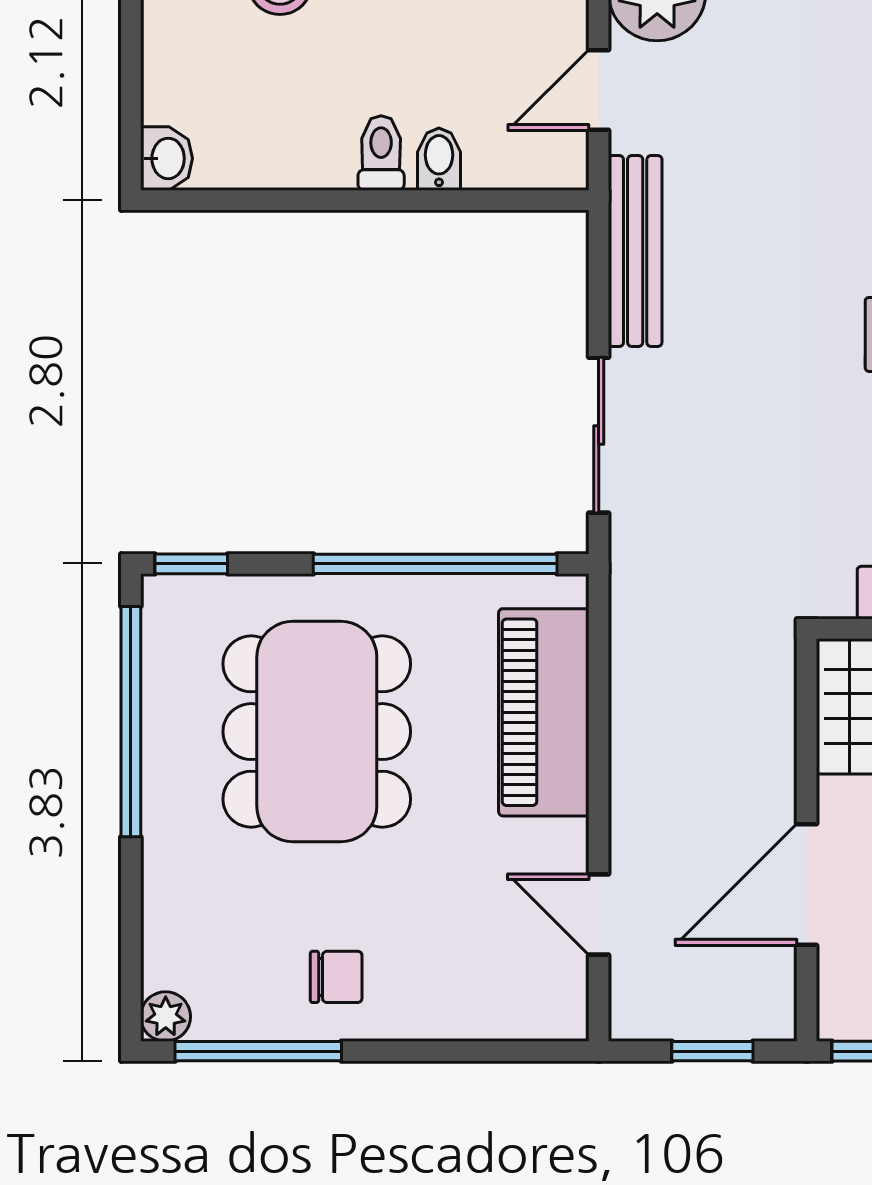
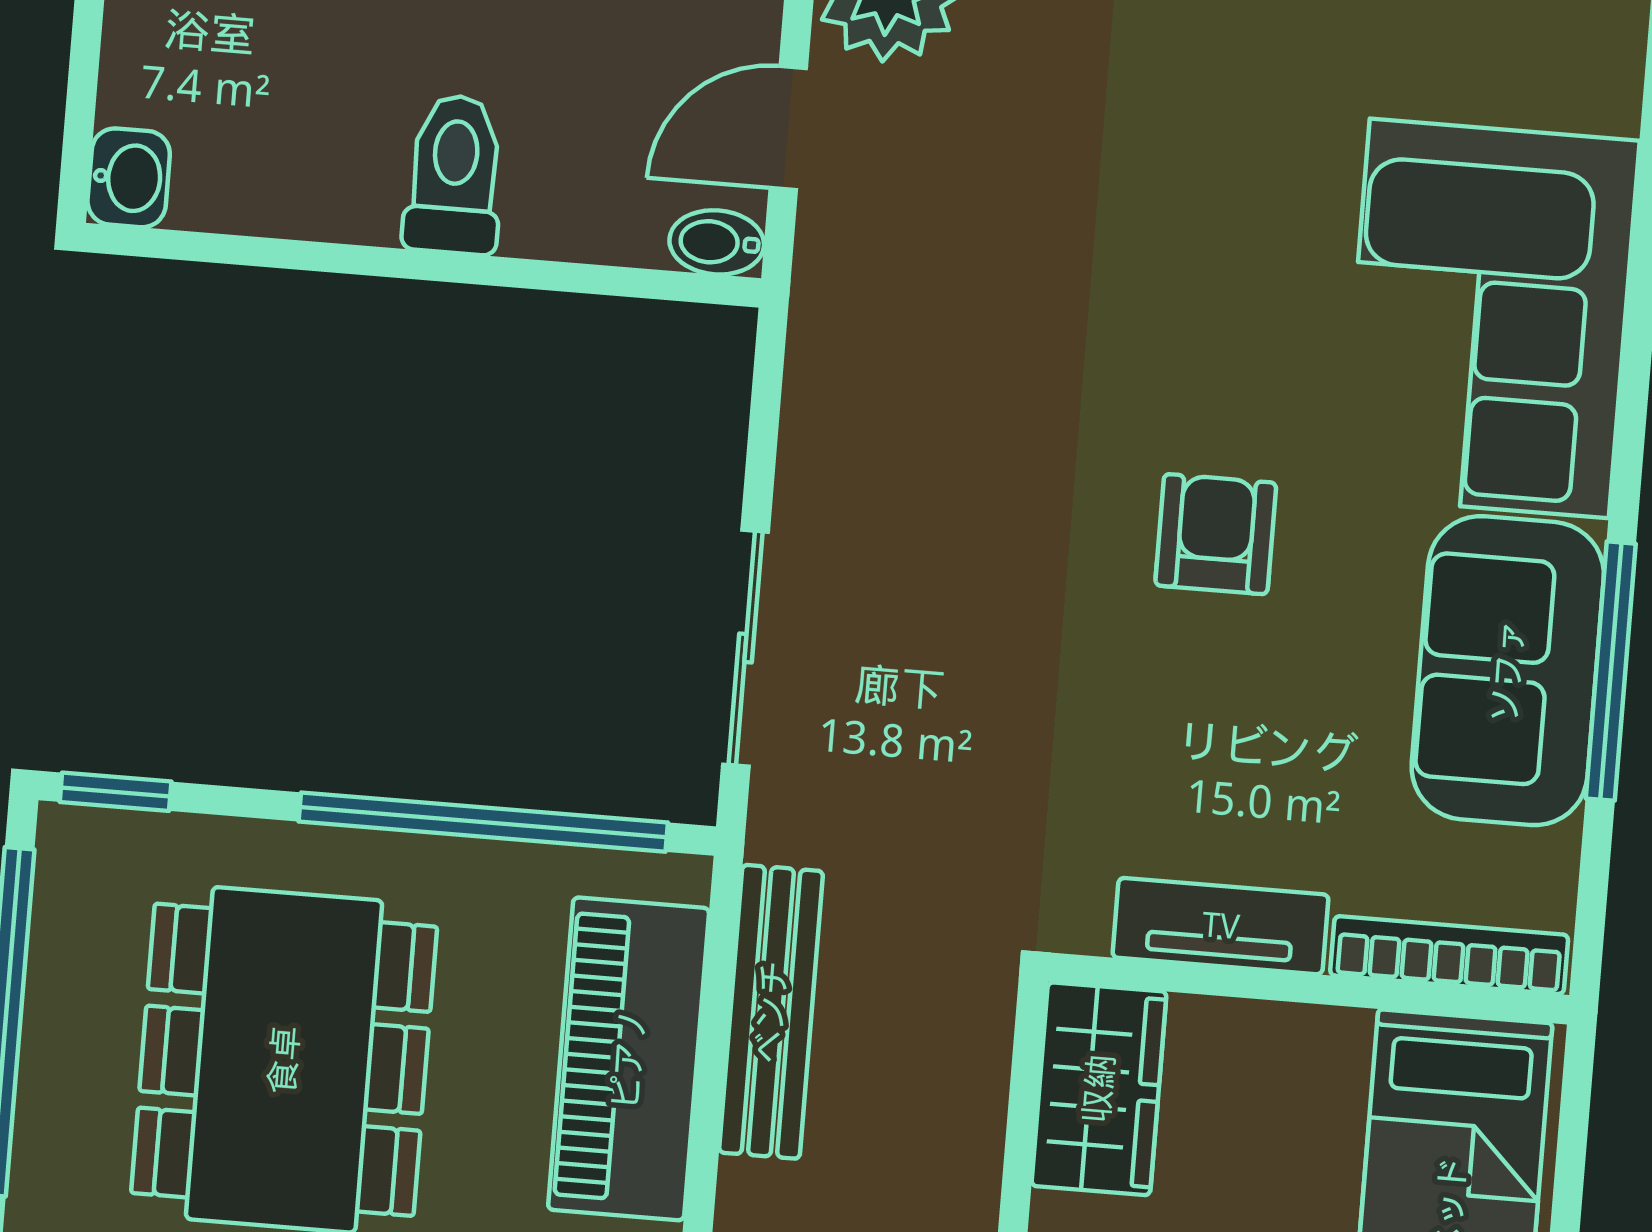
toilet: (381, 153) -> (454, 174), width x1.37, depth x1.39
bidet: (439, 159) -> (717, 242), moved, turned -90
bench: (635, 251) -> (771, 1012), moved

